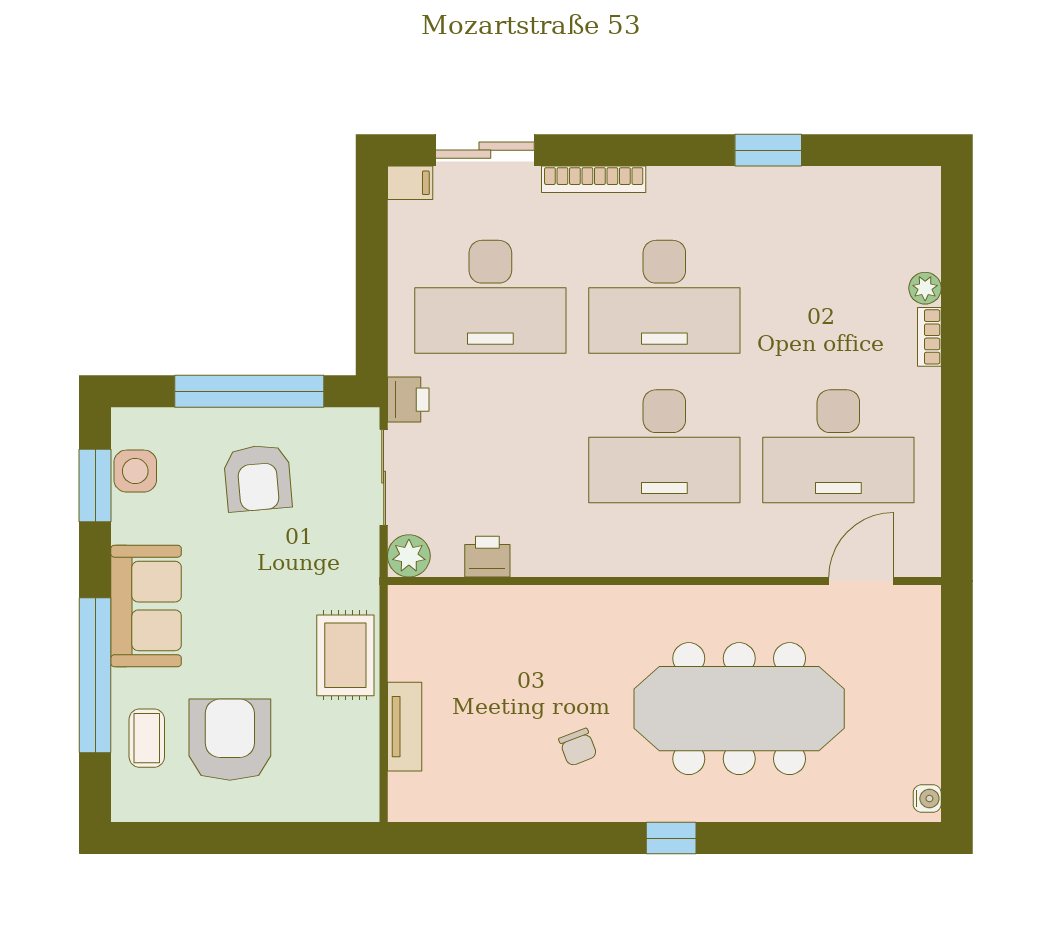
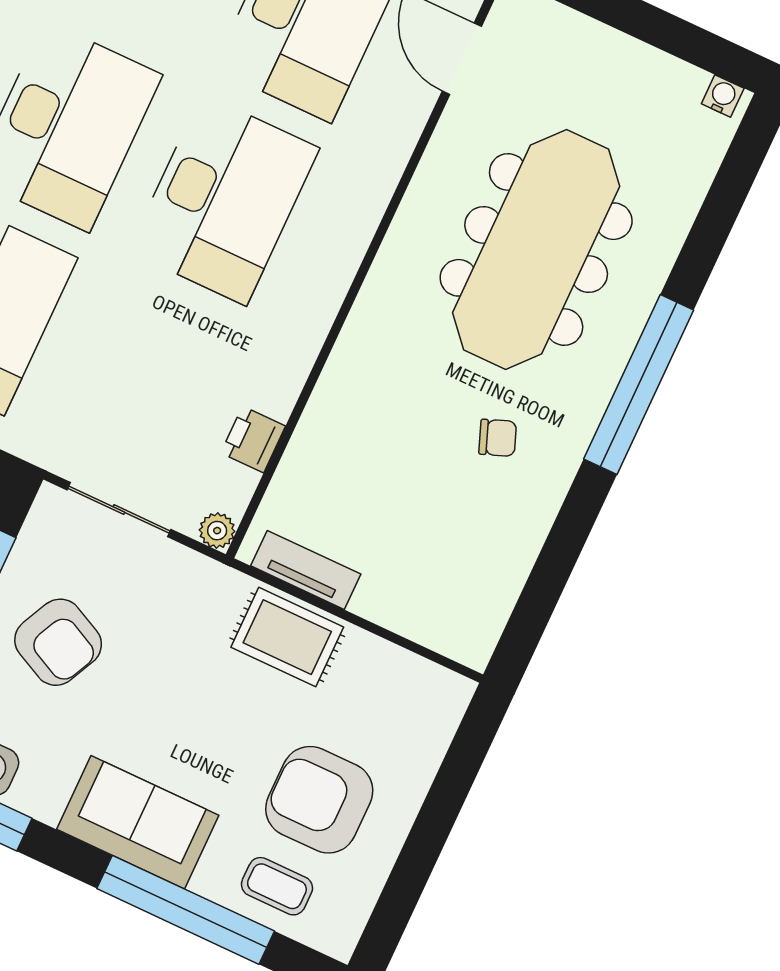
printer: (408, 400) -> (49, 446), removed
armchair: (258, 478) -> (58, 642), turned 31
plant: (409, 556) -> (217, 531), width x0.73, depth x0.73
tv unit: (405, 727) -> (306, 570), moved
window: (671, 838) -> (639, 384), width x3.17

